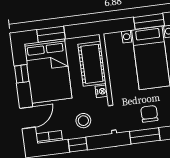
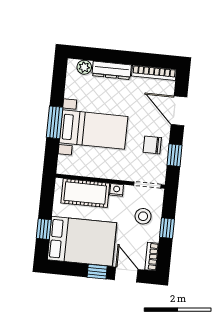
window: (51, 34) -> (44, 229), width x0.67
window: (22, 74) -> (97, 272), moved
window: (145, 136) -> (174, 155), width x0.67

